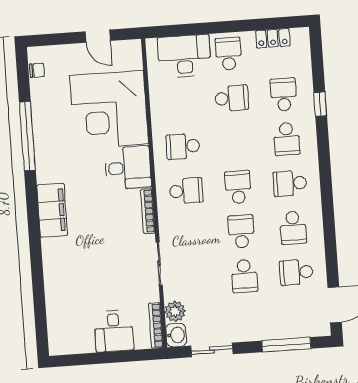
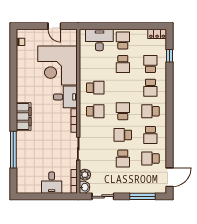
locker: (273, 38) -> (157, 34), moved
school desk: (232, 98) -> (123, 64), turned 90
window: (320, 104) -> (169, 56), moved
window: (27, 136) -> (13, 150), moved
school desk: (183, 146) -> (95, 88), turned 180
school desk: (241, 232) -> (123, 135), turned -90

